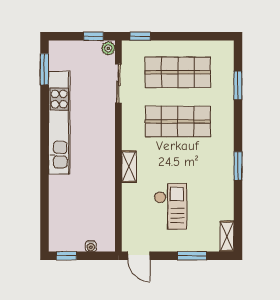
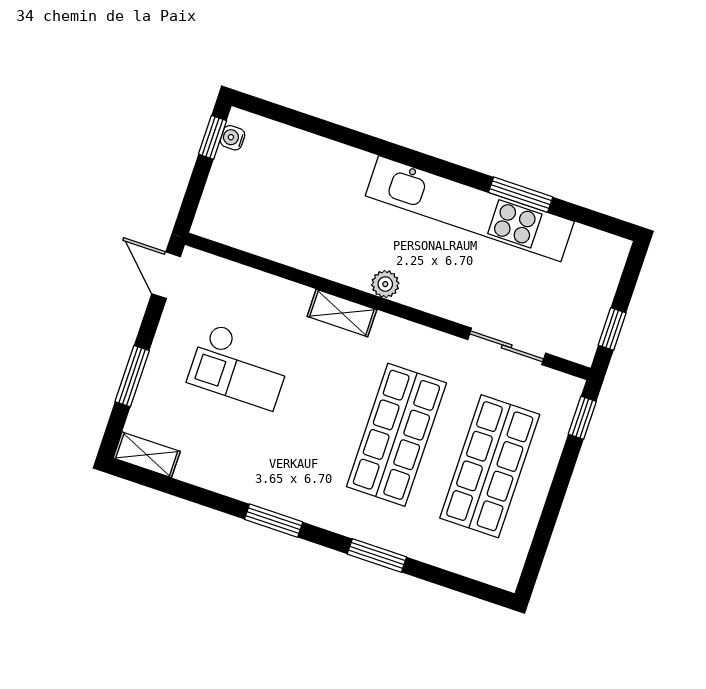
plant: (108, 48) -> (385, 284), moved
window: (44, 69) -> (521, 195), moved
window: (238, 85) -> (377, 555), moved
water cooler: (91, 246) -> (233, 138), moved
door: (139, 256) -> (166, 275), hinge flipped

